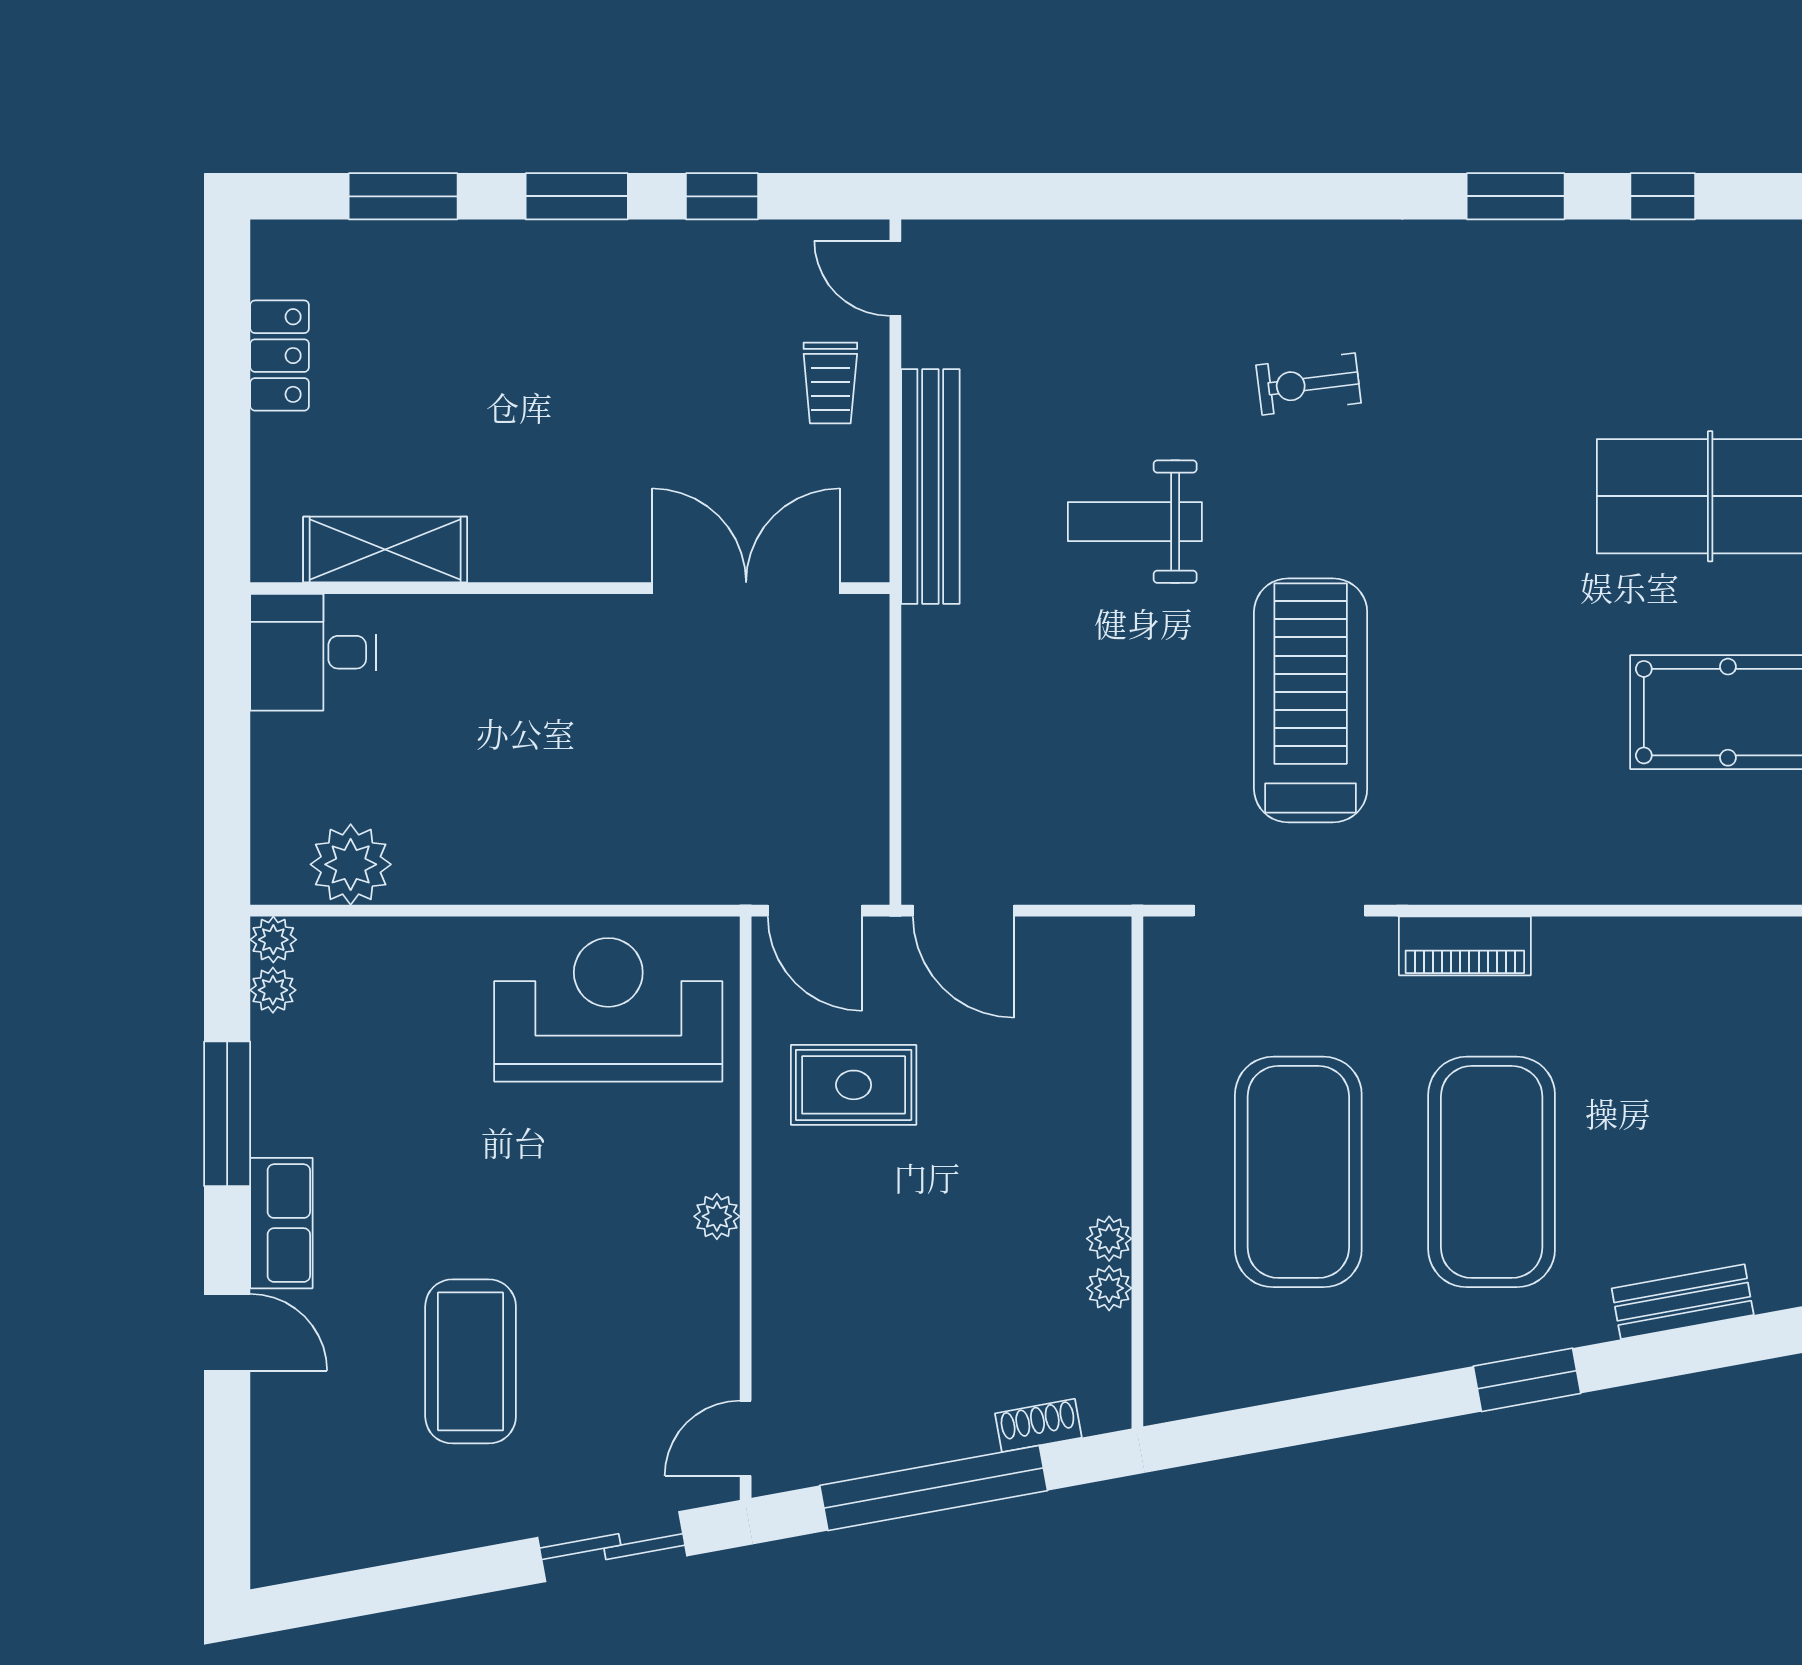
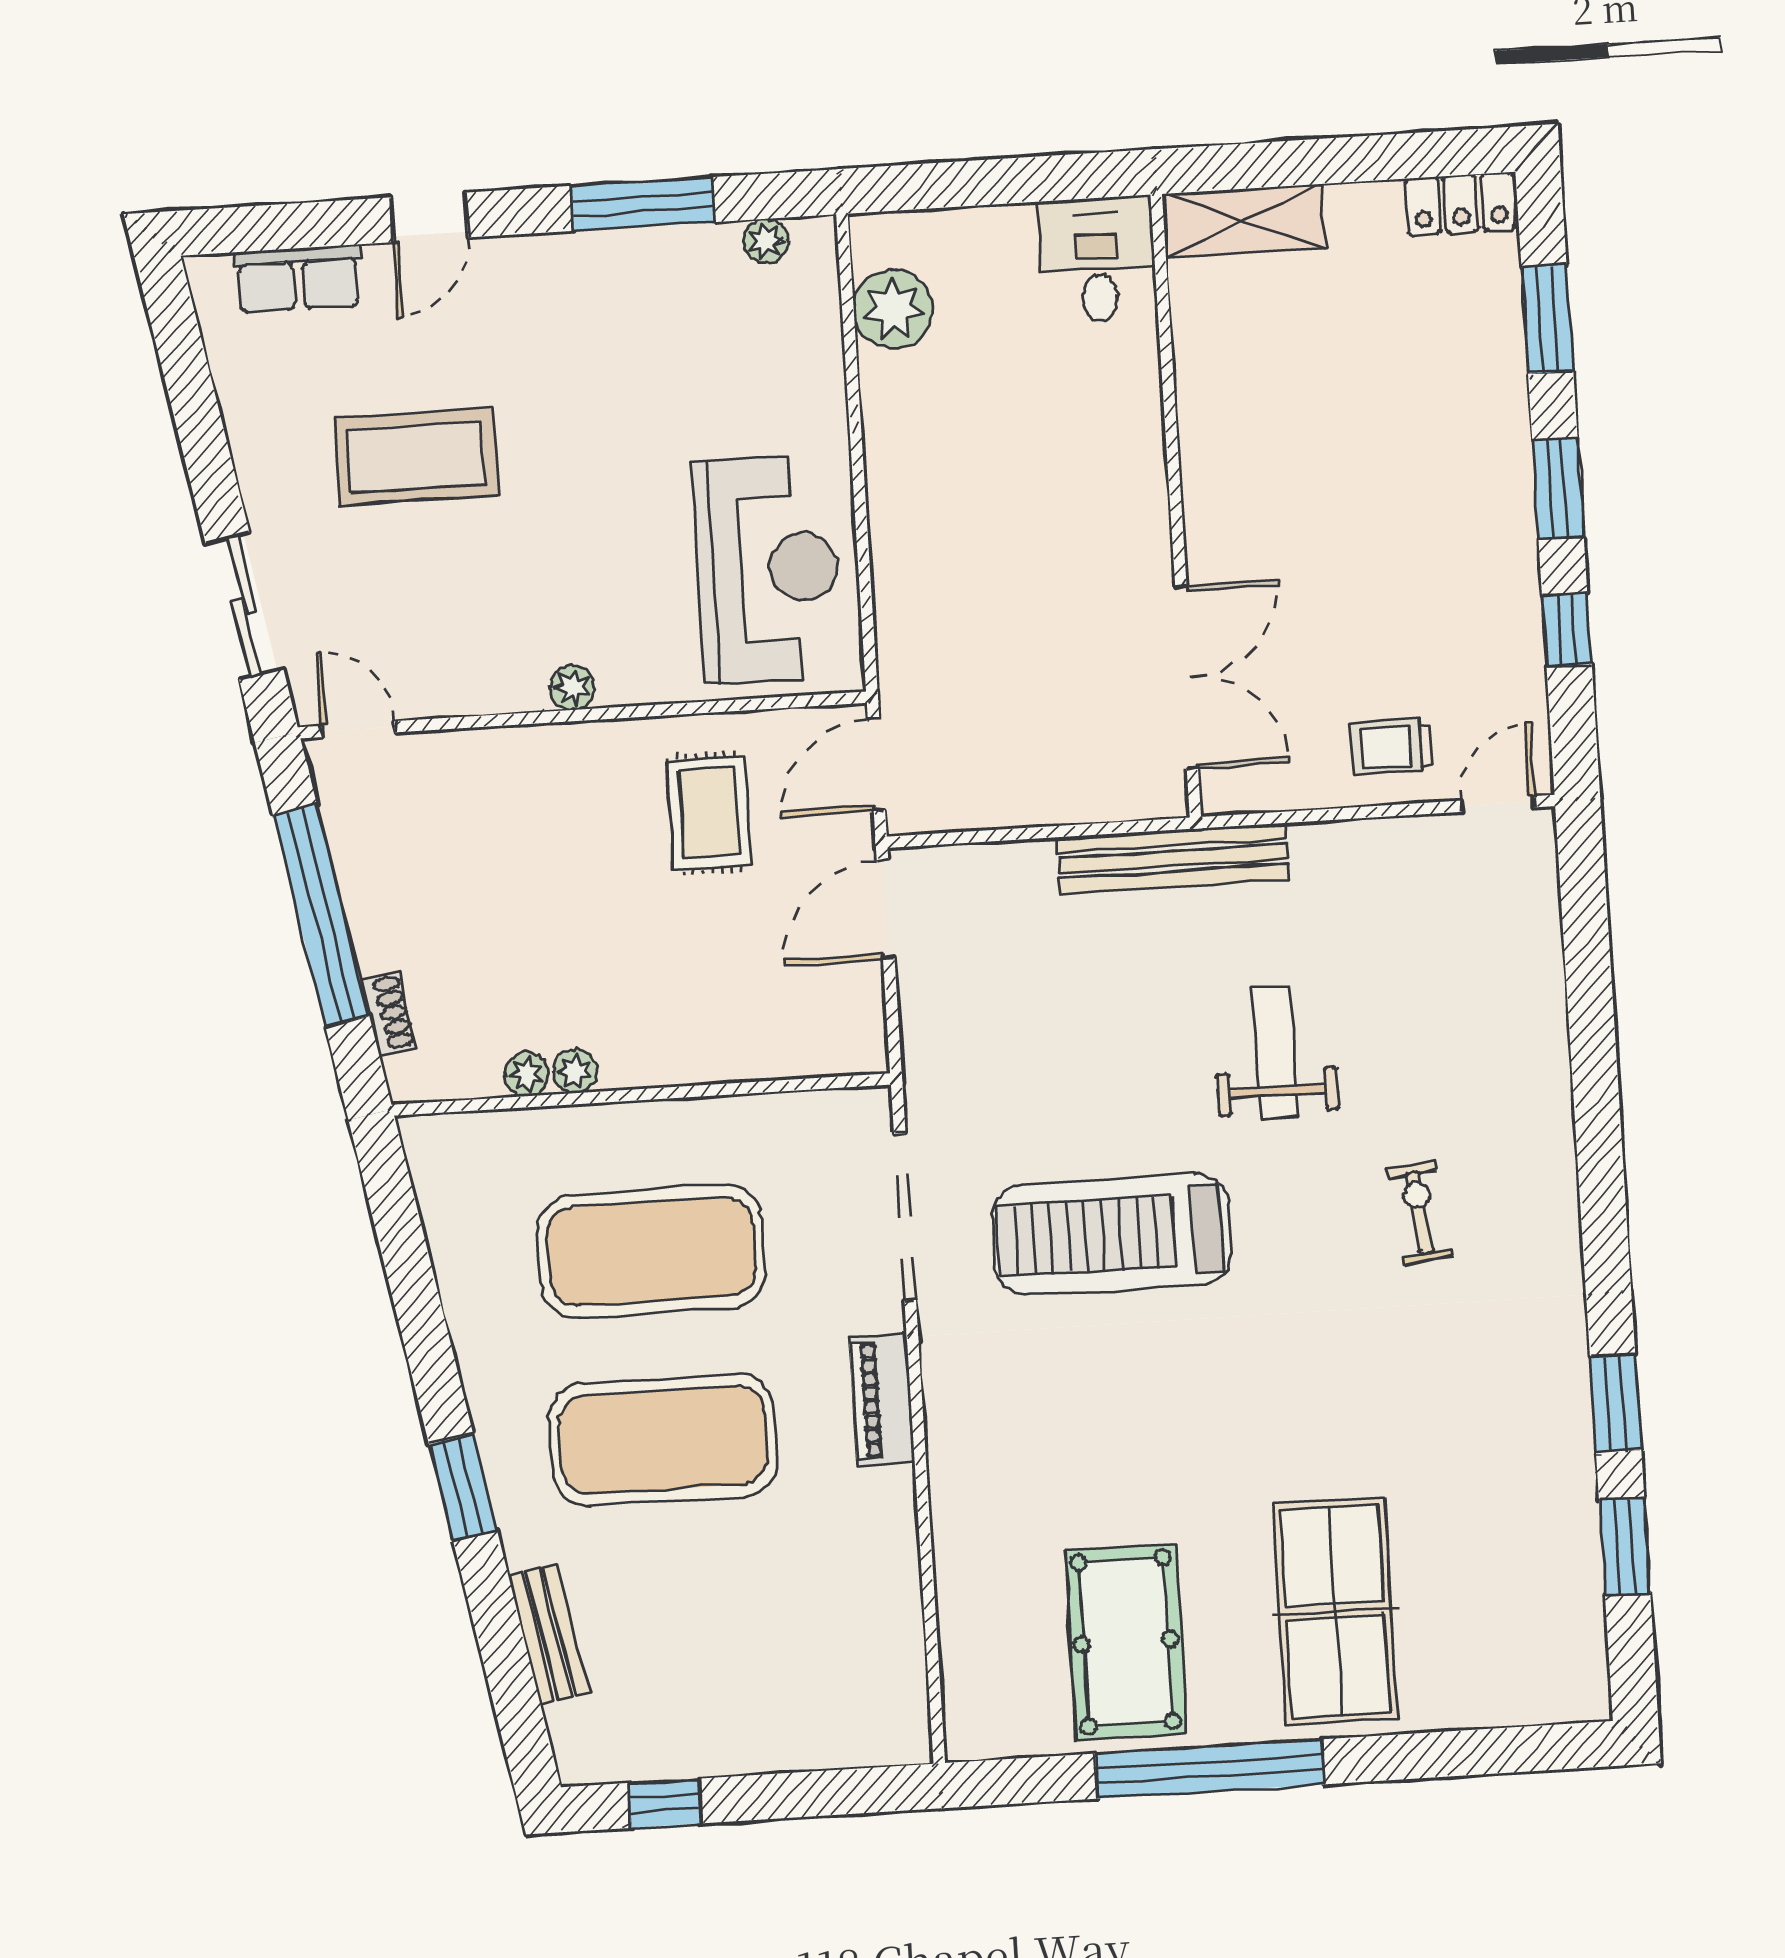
window: (1663, 196) -> (1625, 1547), width x1.50
locker: (280, 356) -> (1461, 204), moved
bench: (930, 487) -> (1173, 859), moved
shelving: (385, 549) -> (1244, 221), moved, turned 90
treadmill: (1311, 700) -> (1112, 1234), turned 180
plant: (273, 940) -> (815, 238), removed
row of seats: (281, 1223) -> (298, 279), moved

